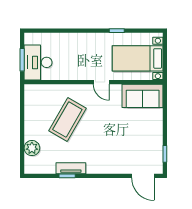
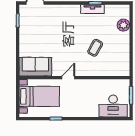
desk: (38, 62) -> (113, 106), moved, turned 90
door: (101, 82) -> (68, 78), hinge flipped
coffee table: (67, 120) -> (95, 48), width x0.54, depth x0.58

